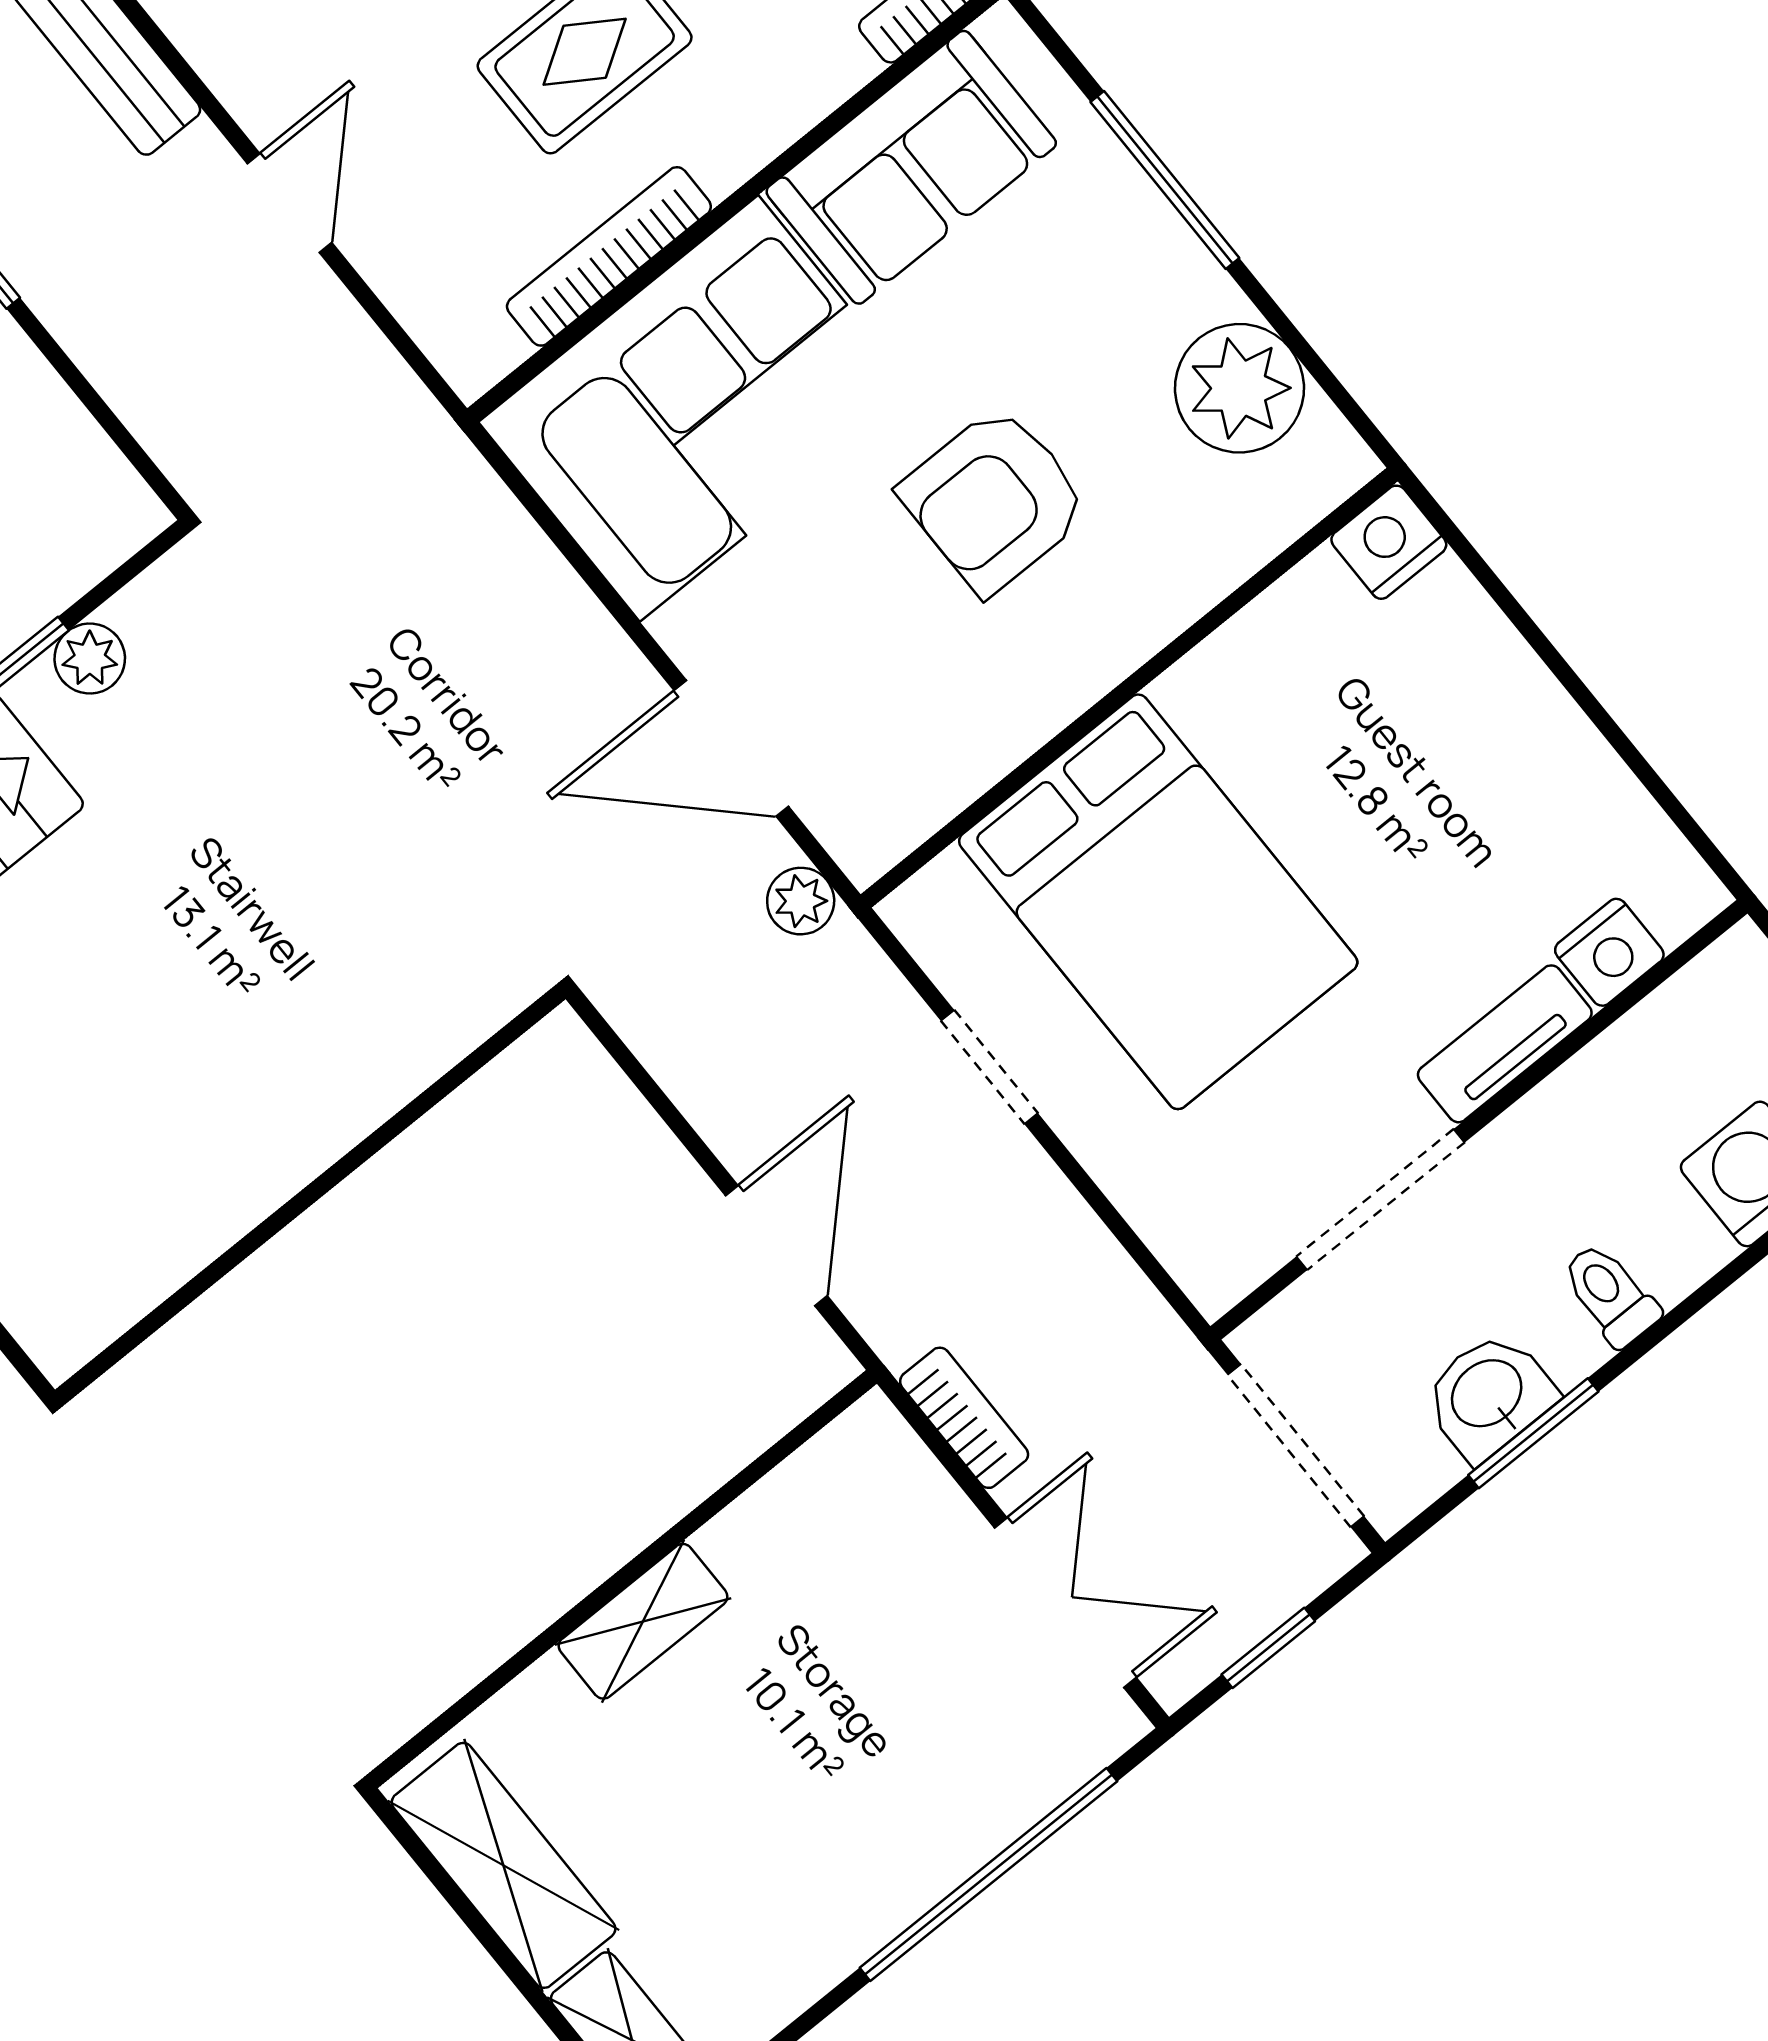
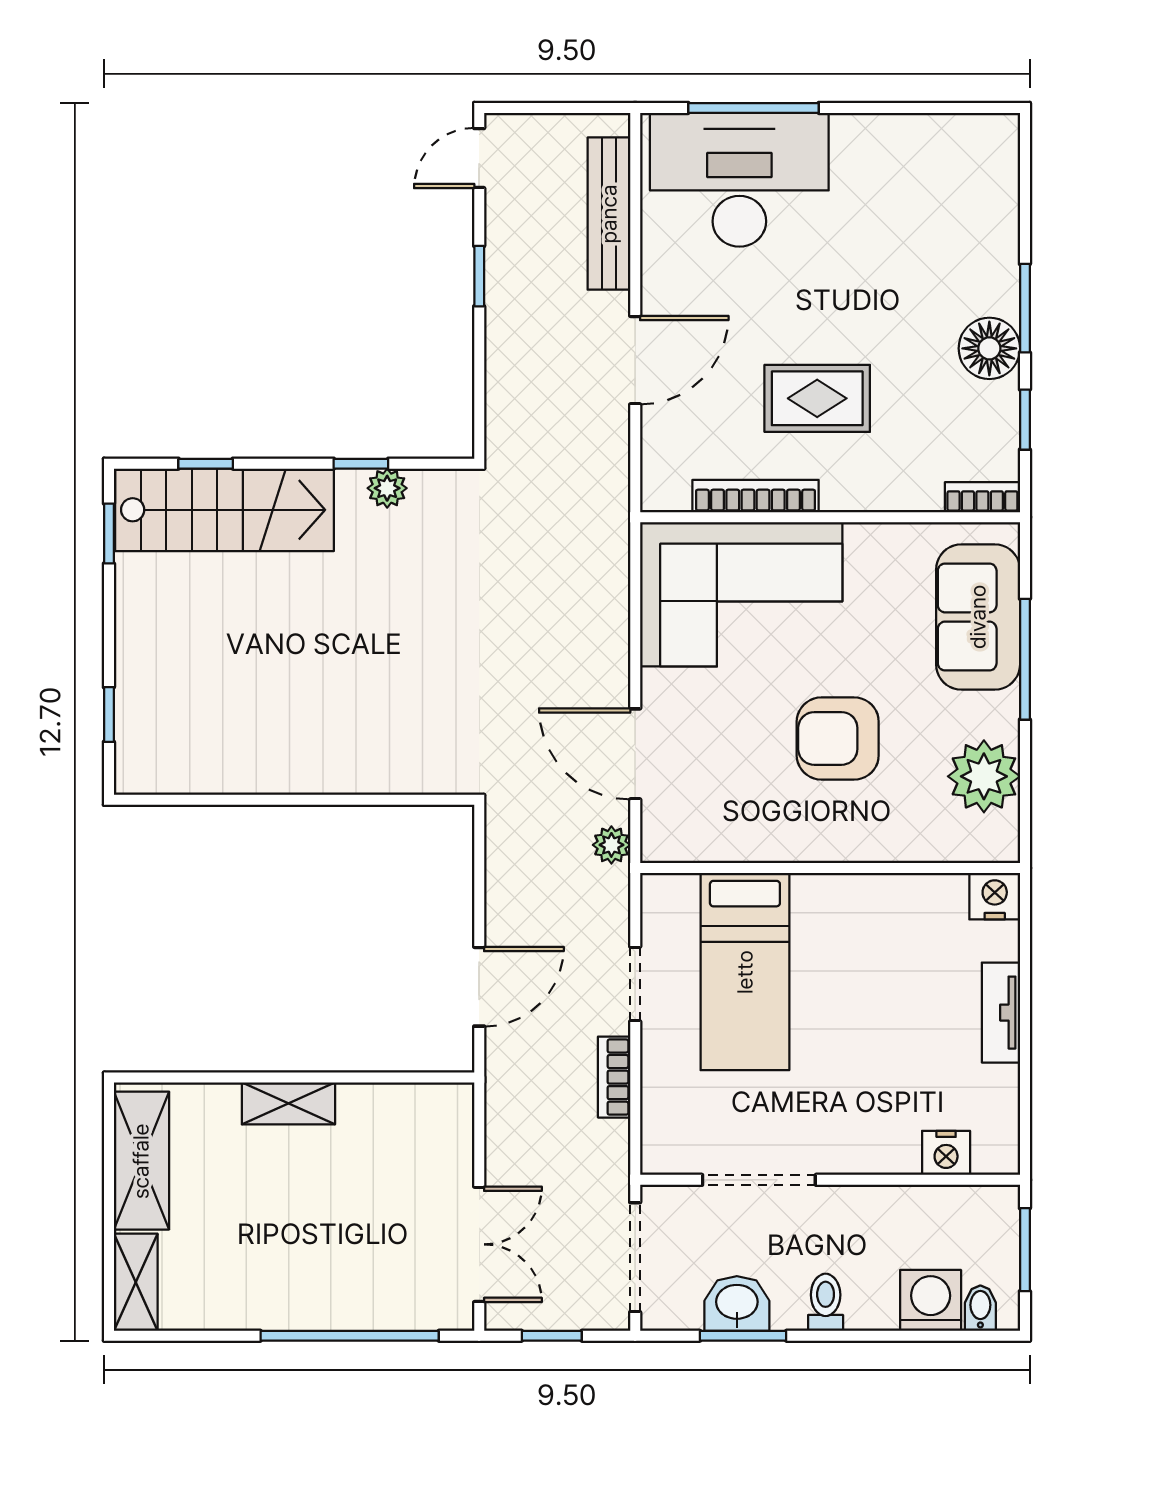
sofa: (911, 167) -> (978, 617), moved, turned 90
door: (290, 203) -> (635, 360), width x1.38
bed: (1158, 902) -> (745, 972), width x0.67
tv unit: (1505, 1044) -> (1001, 1013), moved, turned -90
bookcase: (964, 1418) -> (614, 1077), moved, turned 180

